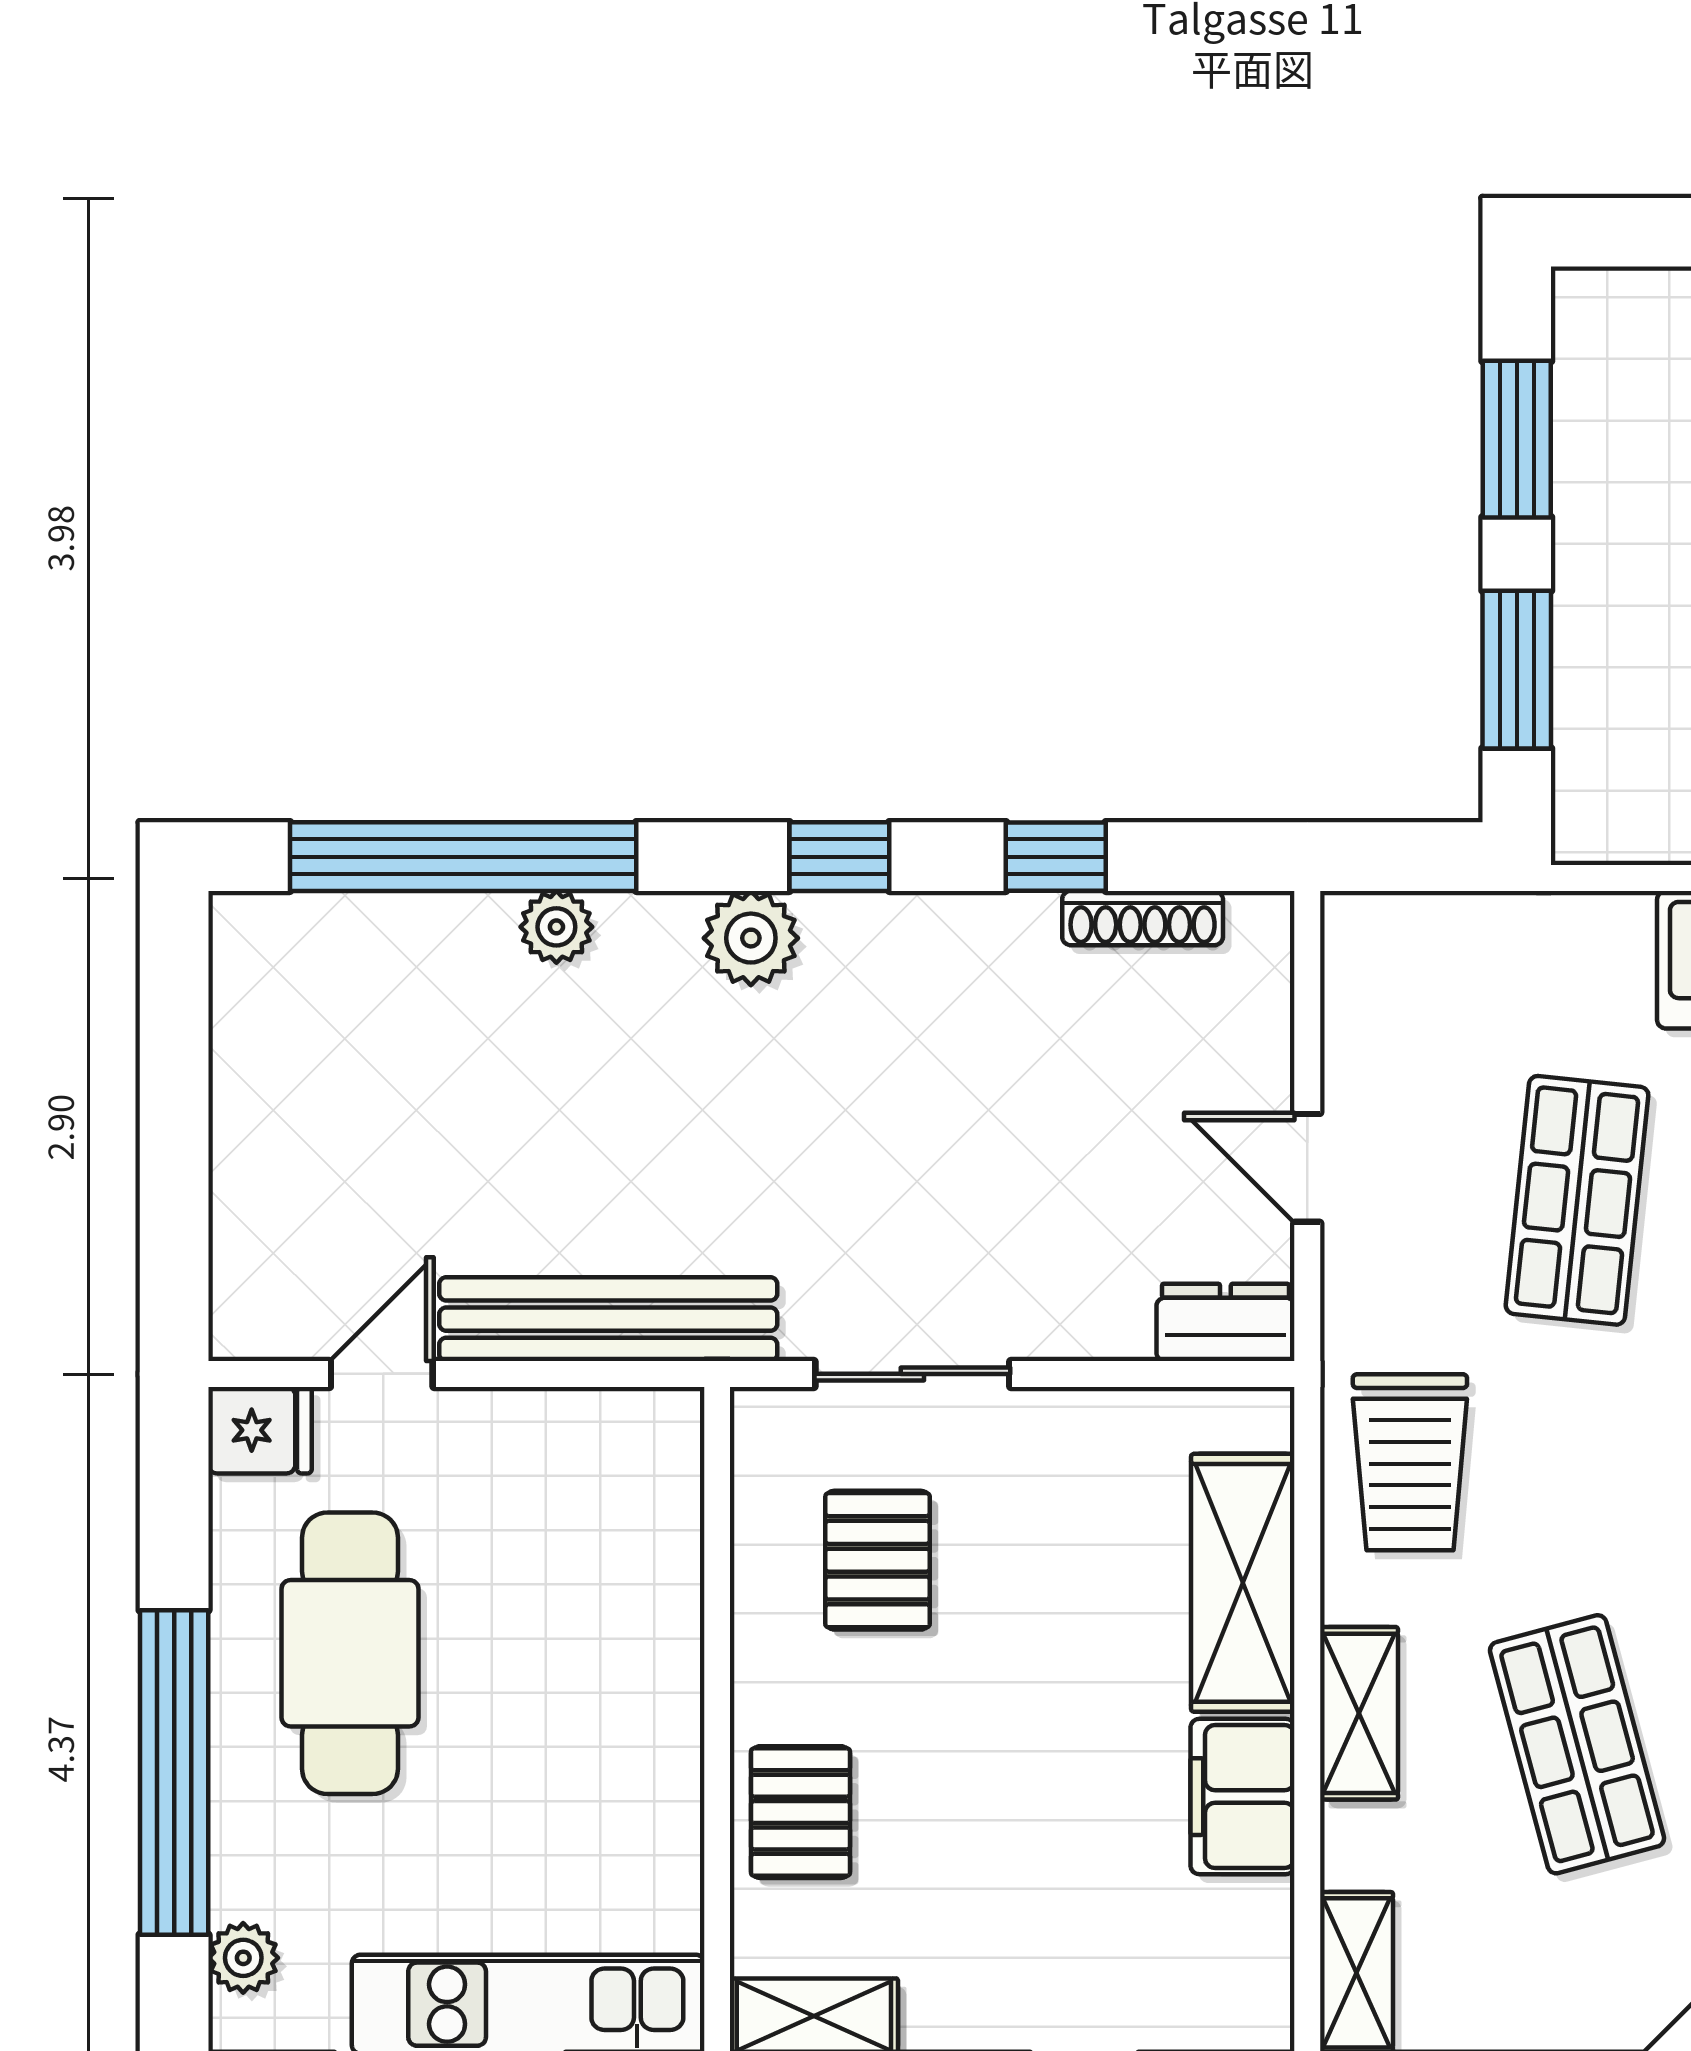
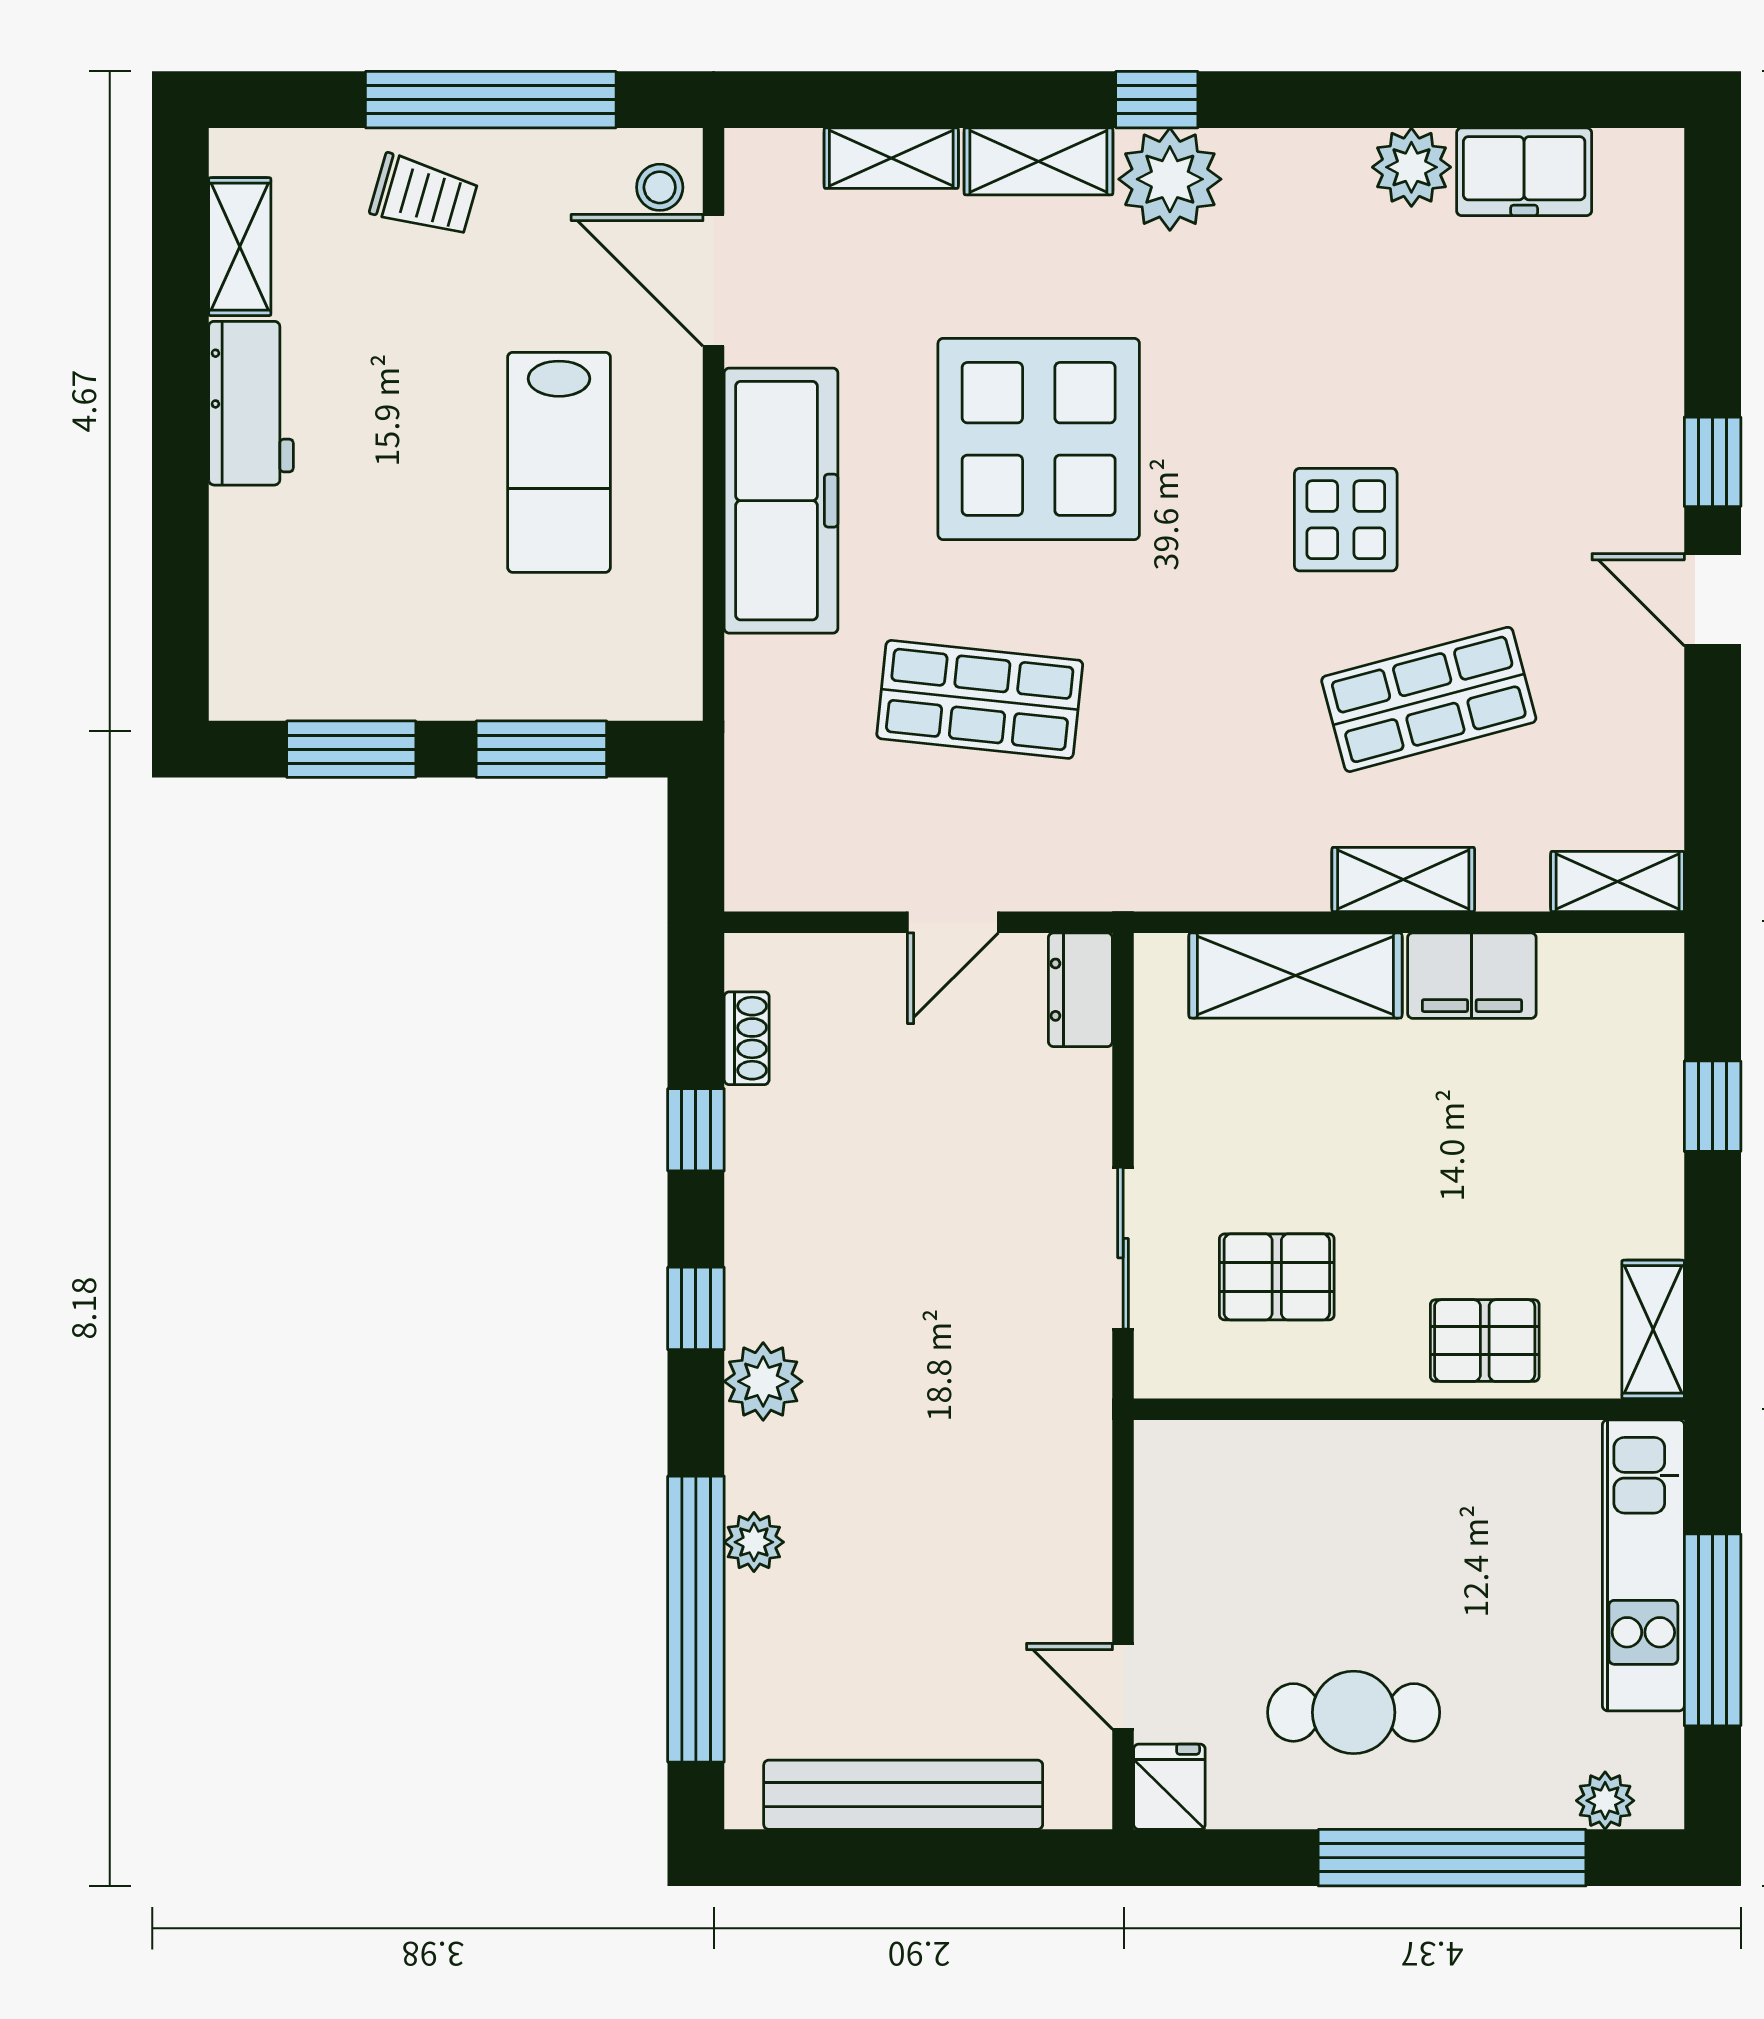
shoe rack: (1143, 918) -> (747, 1038), width x0.70
bench: (608, 1319) -> (903, 1795), moved, turned 90
trolley: (1410, 1462) -> (1196, 837), removed
cafe table: (350, 1653) -> (1354, 1712), width x0.73, depth x0.74

